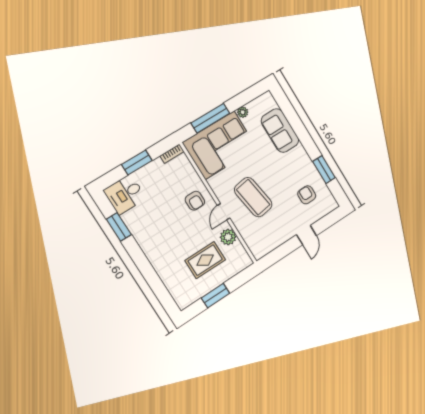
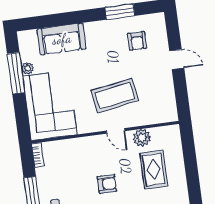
window: (210, 118) -> (16, 73), moved
armchair: (307, 195) -> (137, 41), turned -90
armchair: (195, 201) -> (107, 184), moved
window: (215, 296) -> (192, 175), removed

